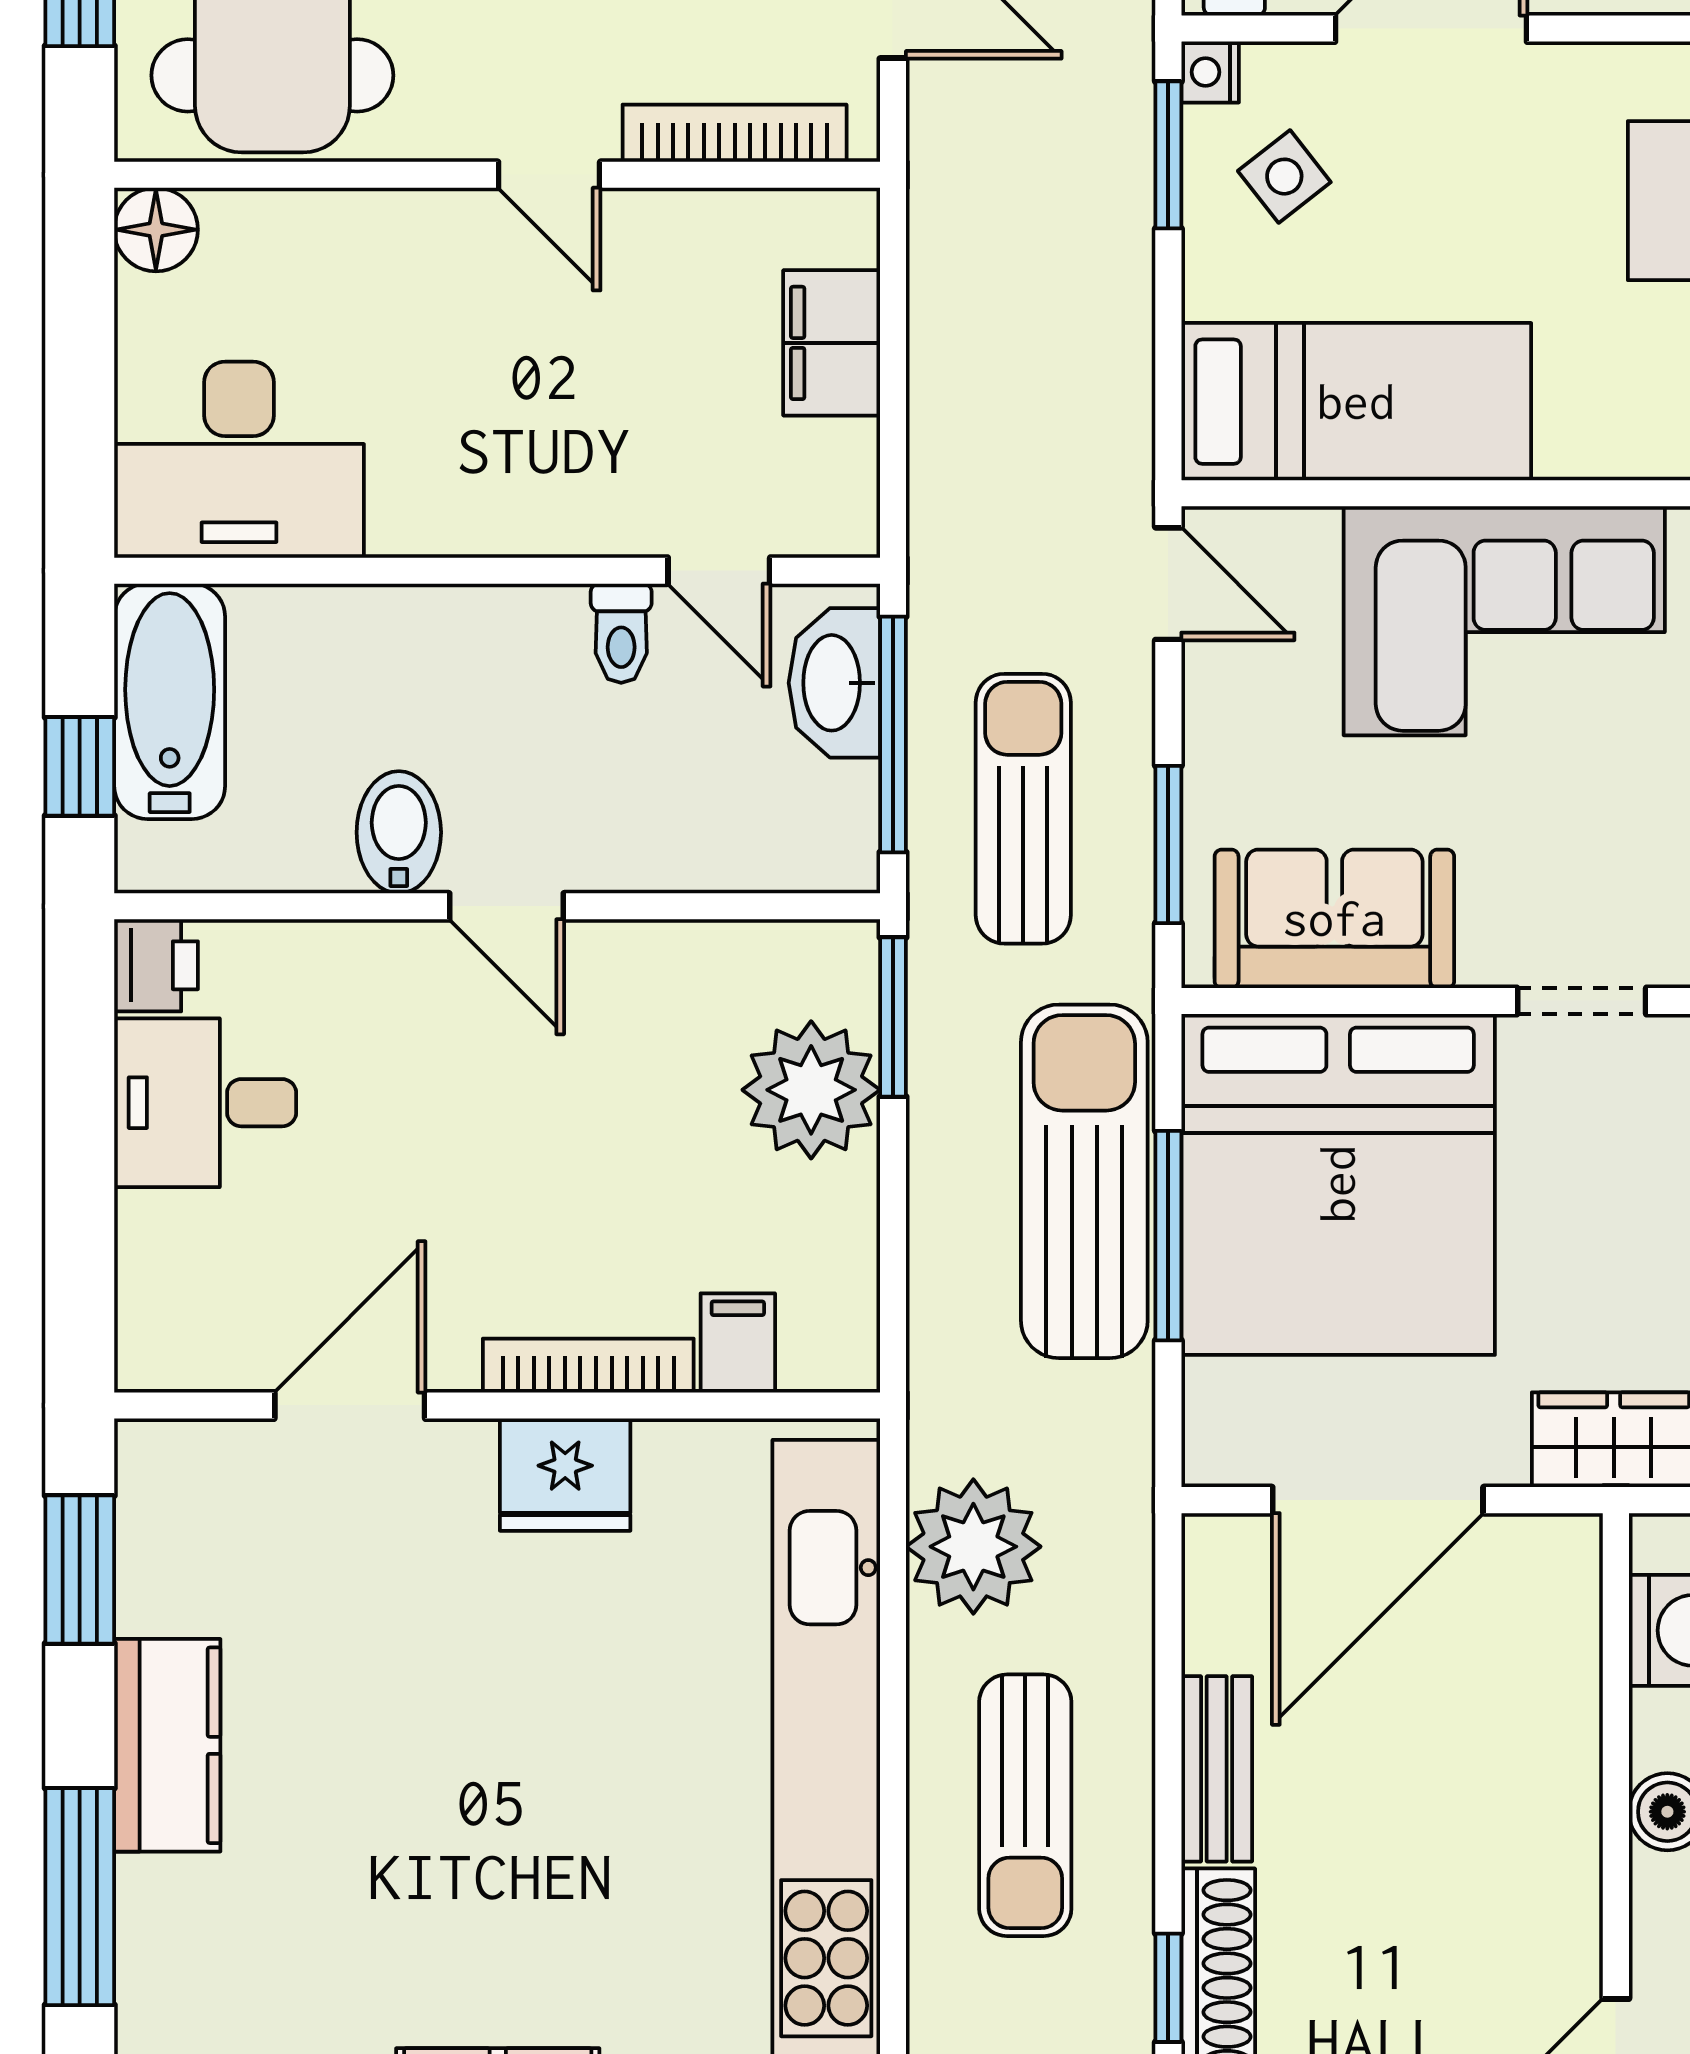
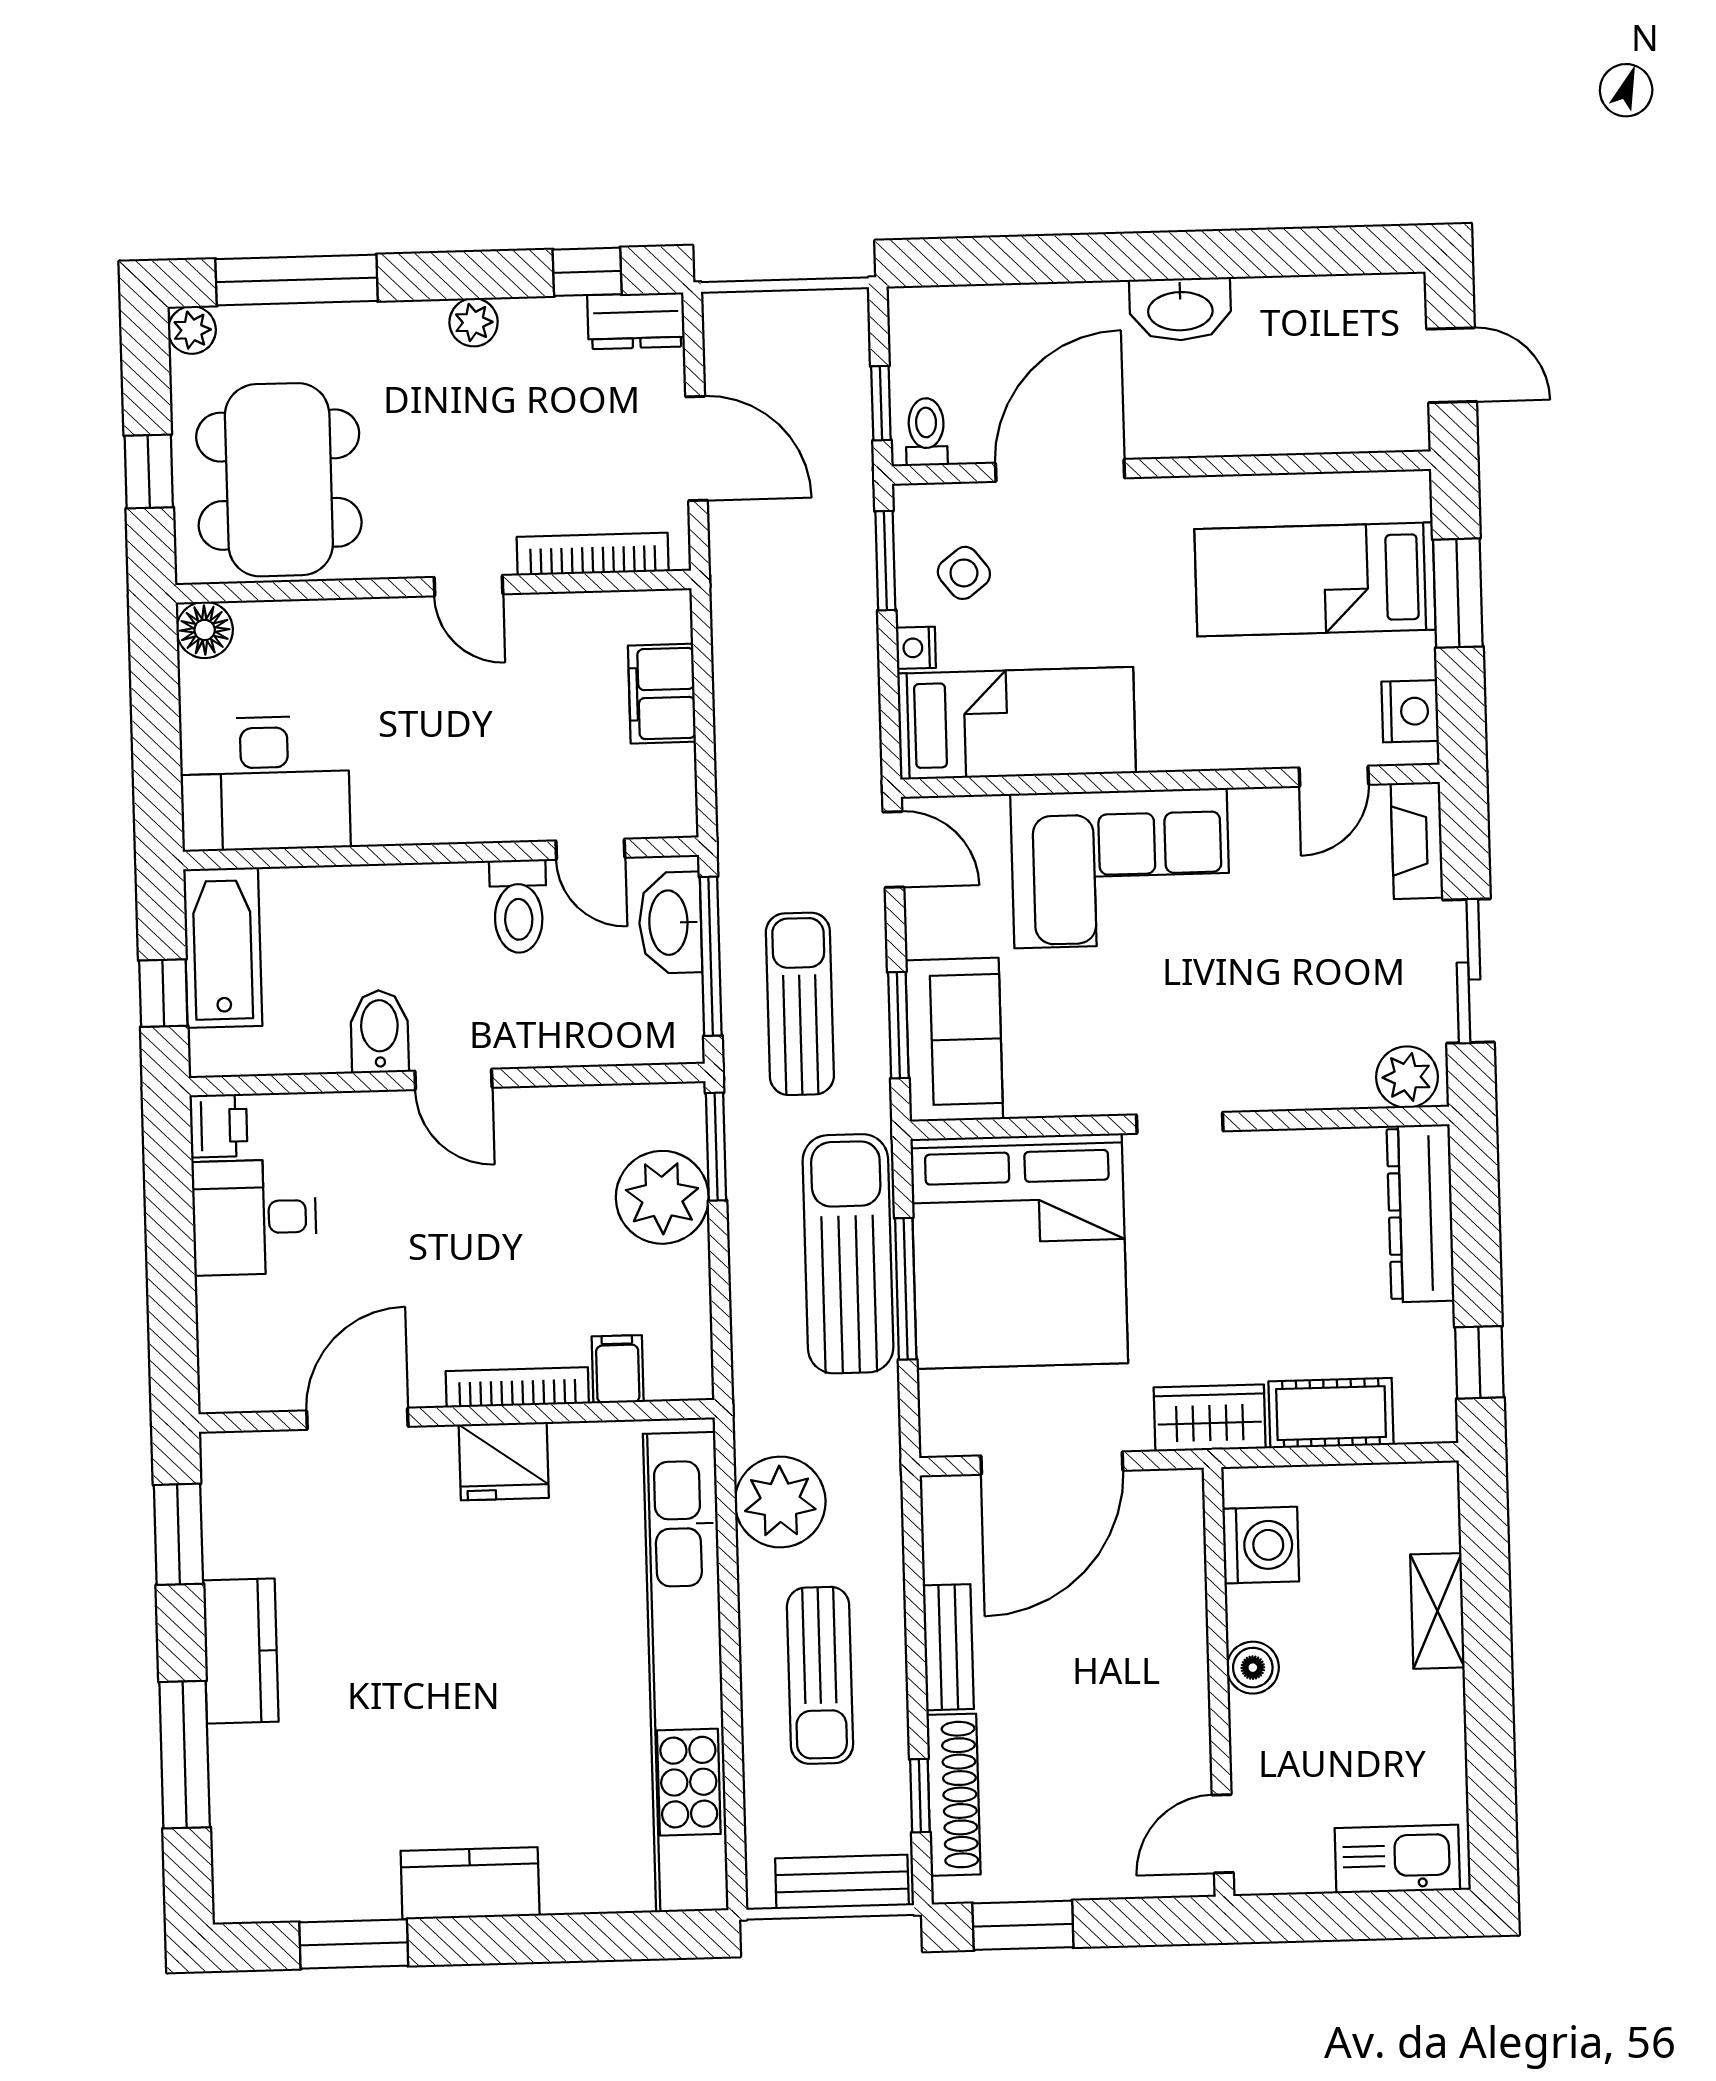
nightstand: (1210, 72) -> (916, 648), moved
toilet: (621, 633) -> (518, 906), width x1.37, depth x1.39
sofa: (1334, 919) -> (954, 1040), moved, turned 90

